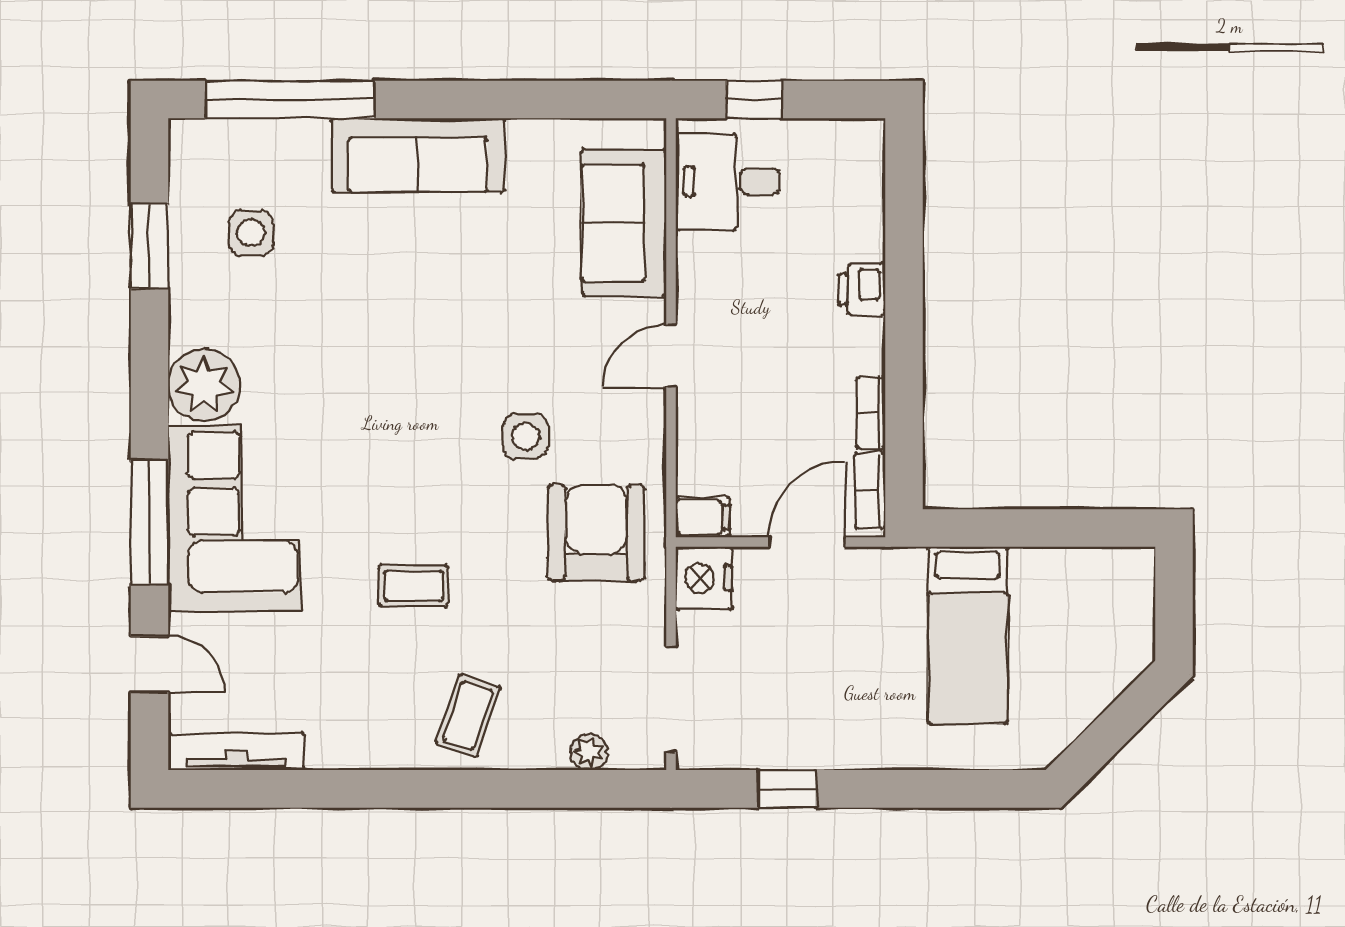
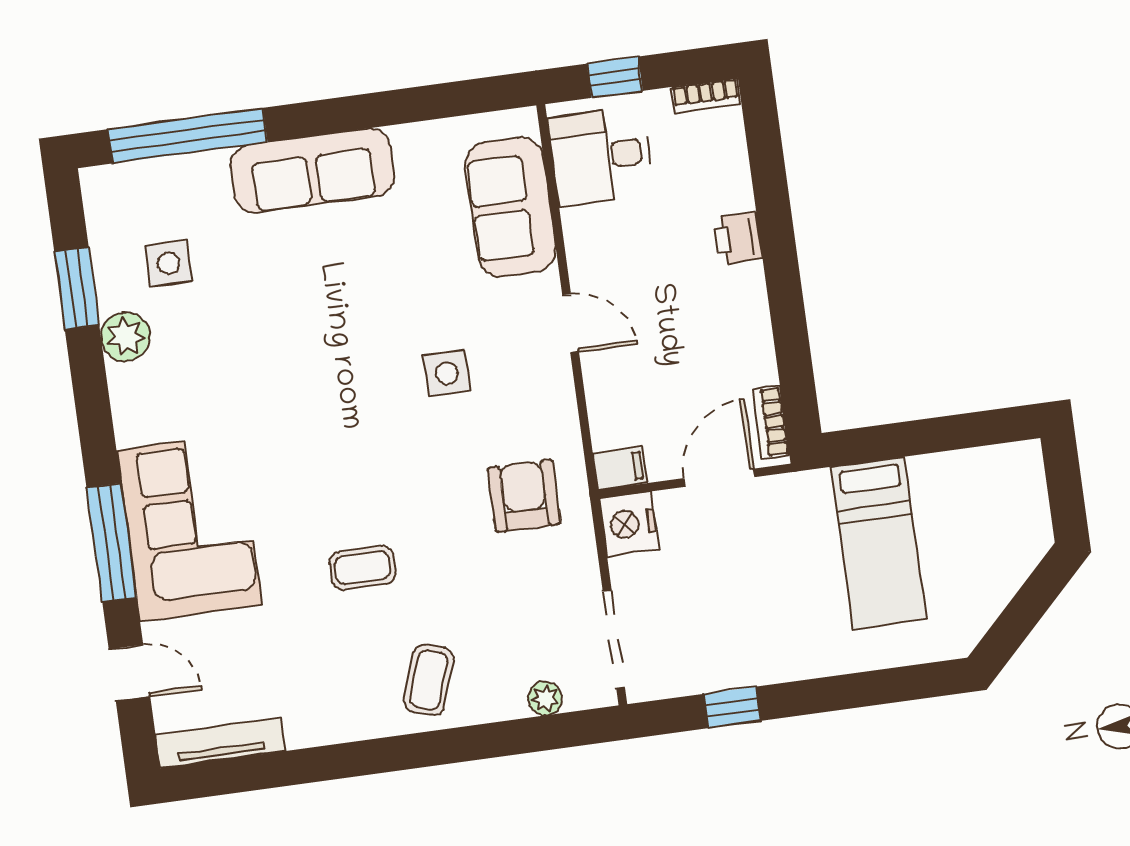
door: (671, 356) -> (571, 324), swing flipped
plant: (204, 385) -> (126, 337), moved, width x0.73, depth x0.73
bookcase: (871, 413) -> (706, 96), moved, turned -90
side table: (525, 436) -> (447, 373), moved
armchair: (596, 533) -> (524, 496), width x0.73, depth x0.73

